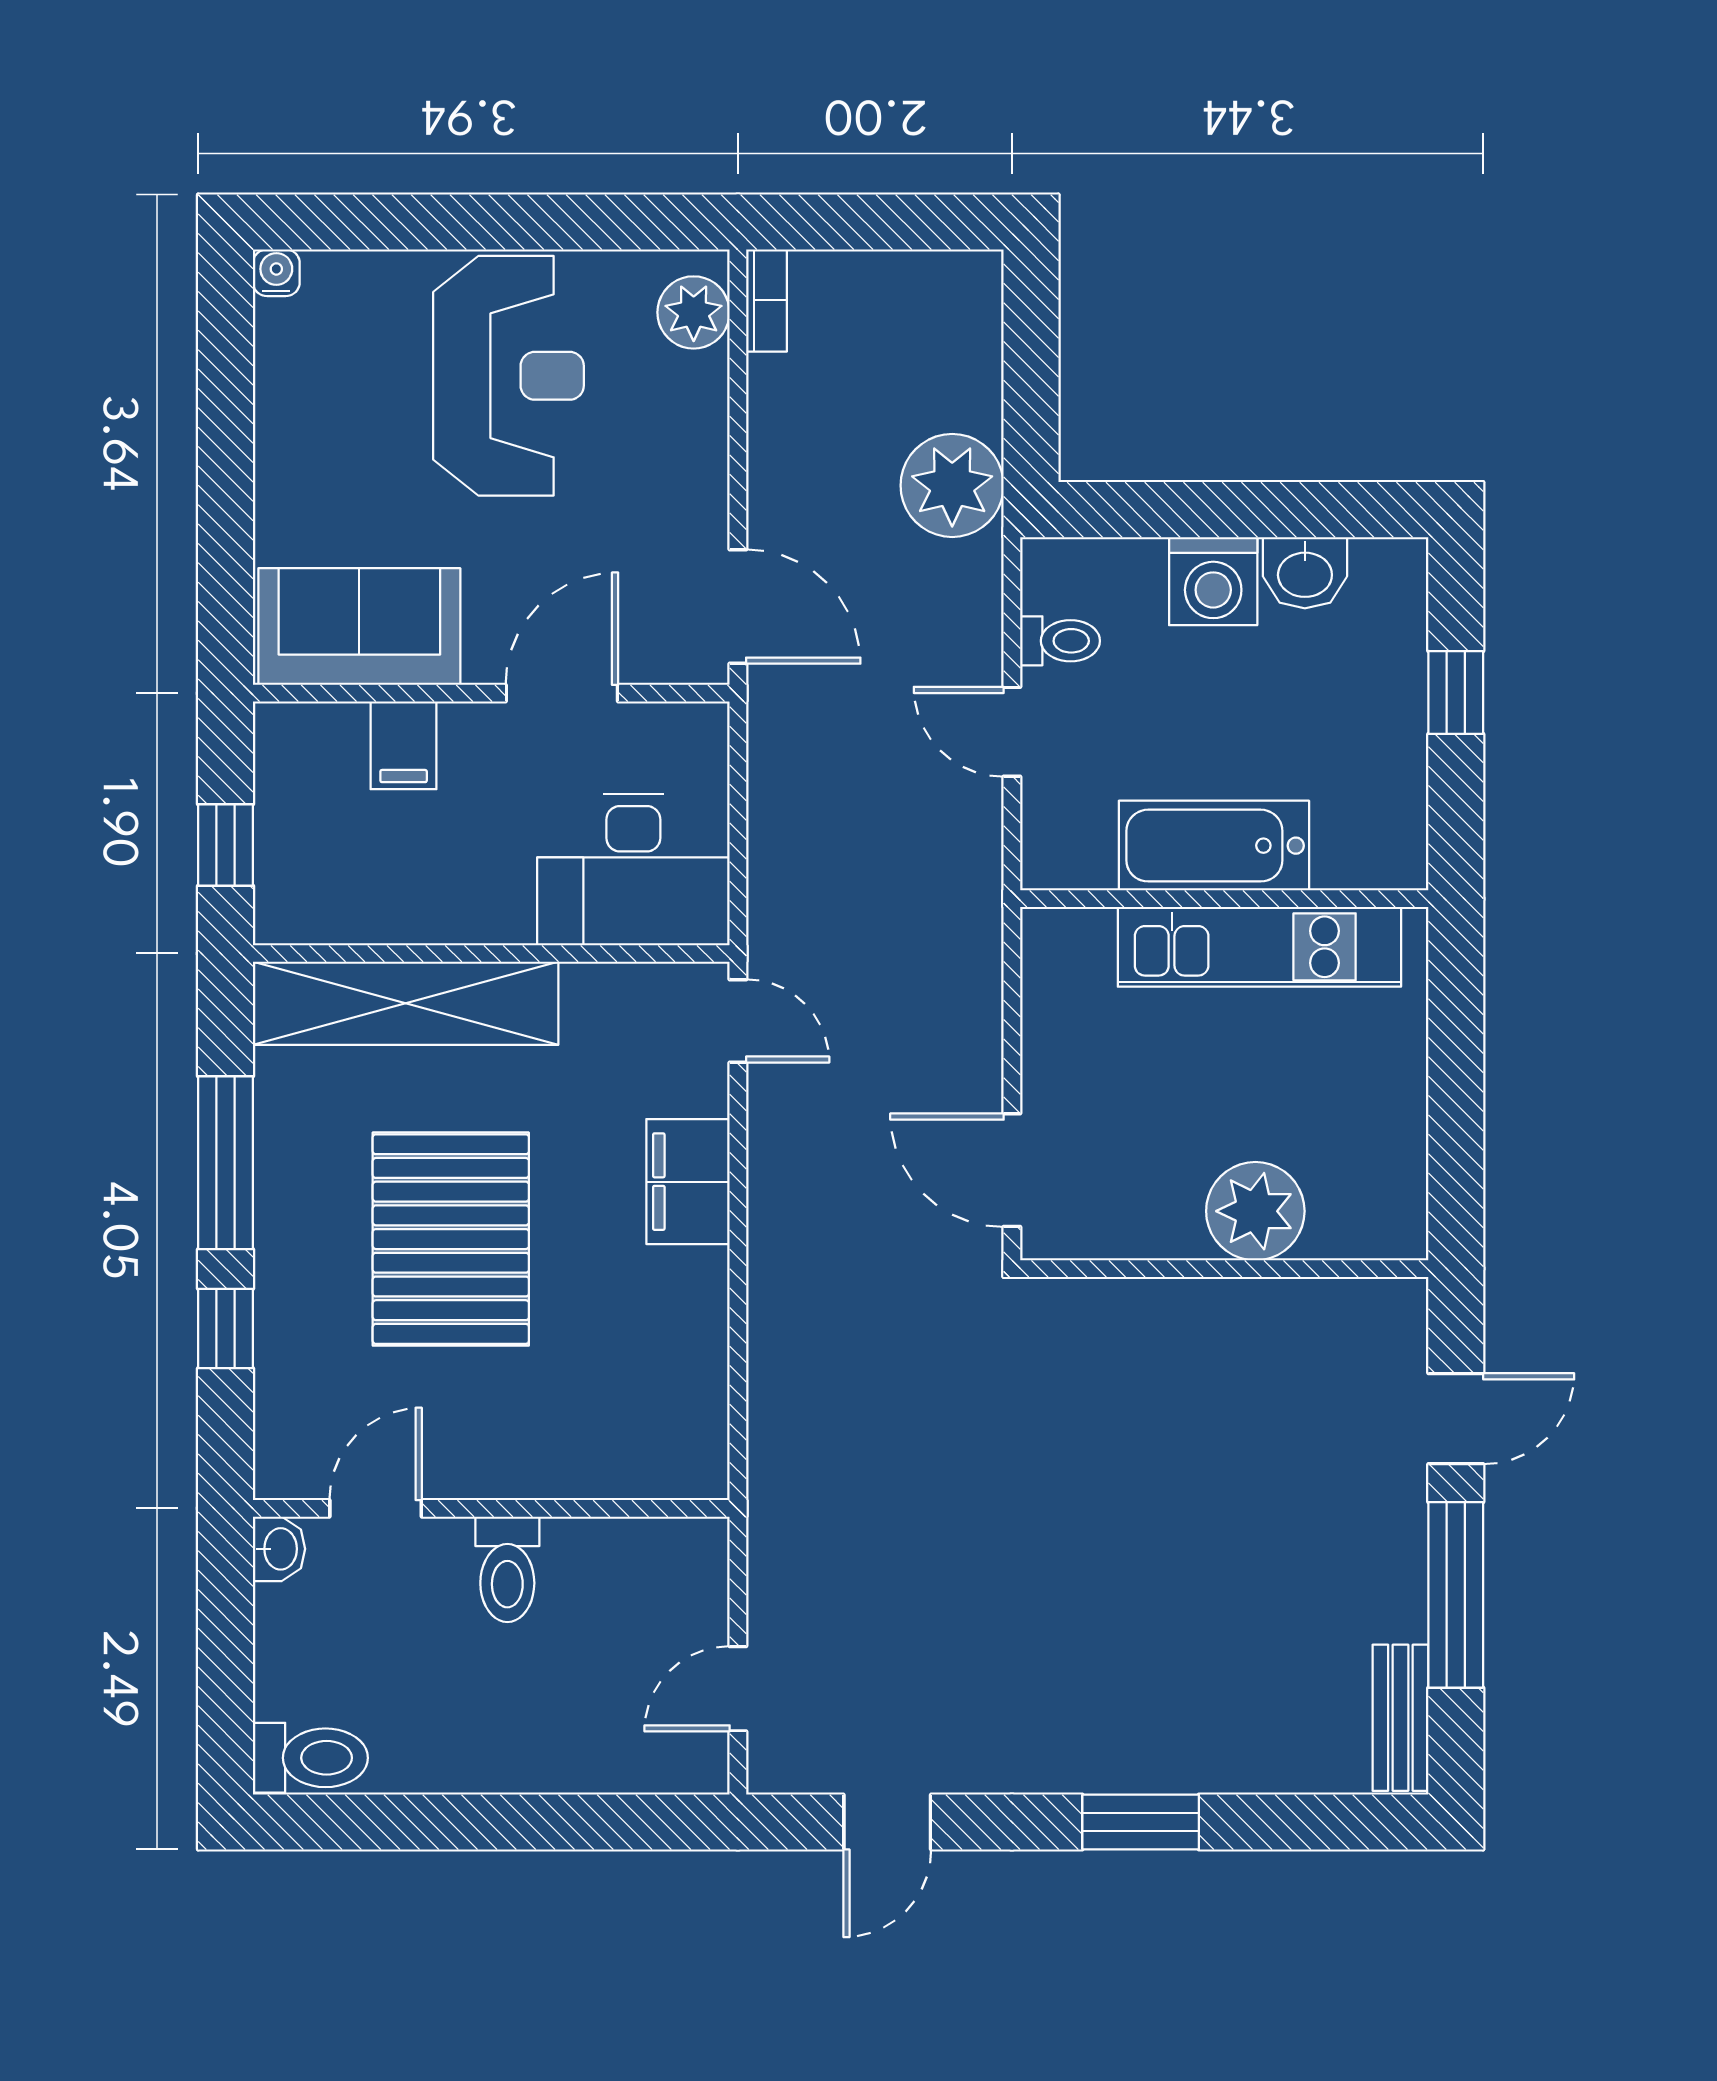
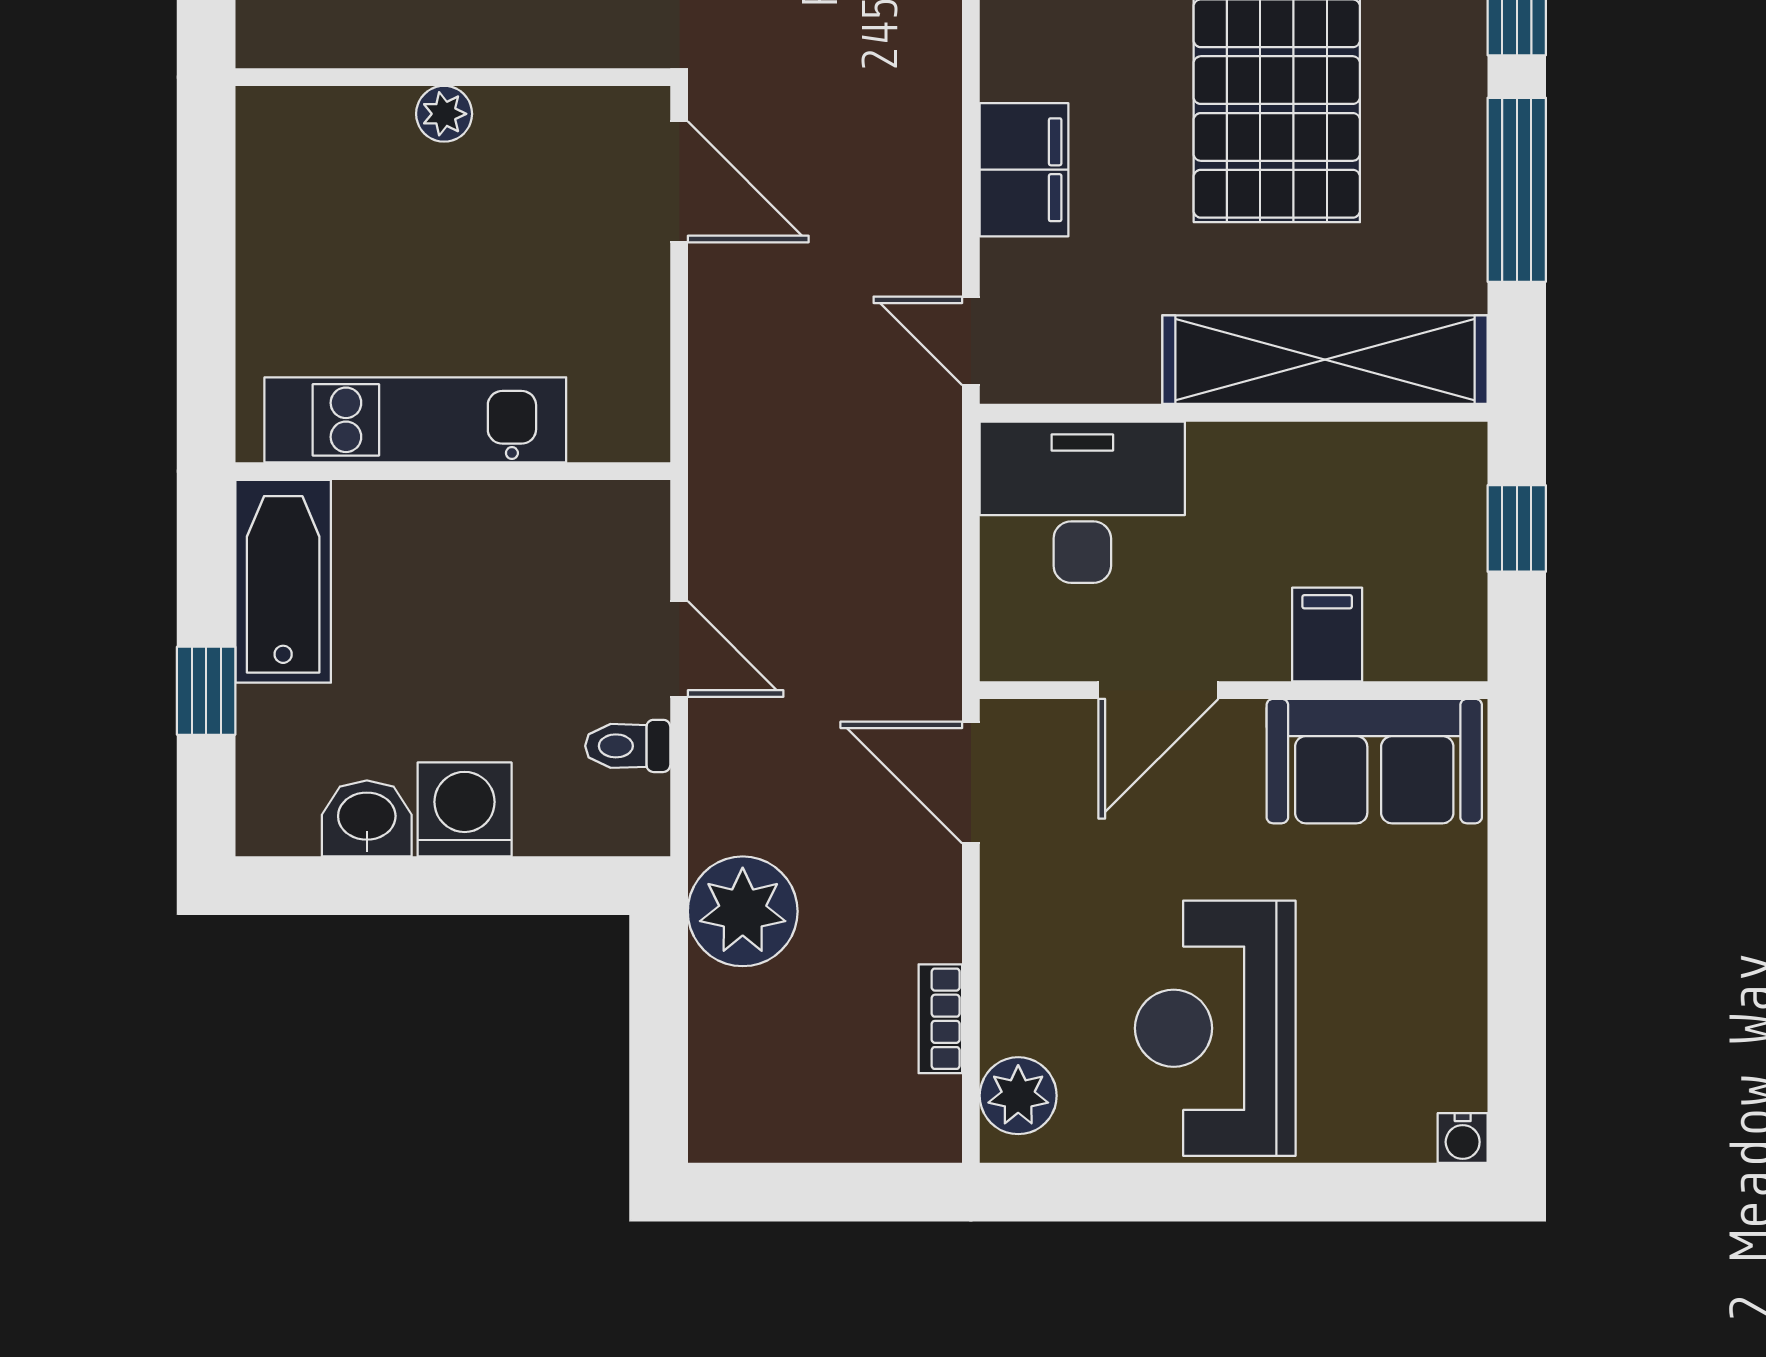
bookcase: (767, 300) -> (940, 1019), moved
bathtub: (1214, 846) -> (283, 581), moved, turned -90
plant: (1255, 1211) -> (444, 114), width x0.53, depth x0.53

